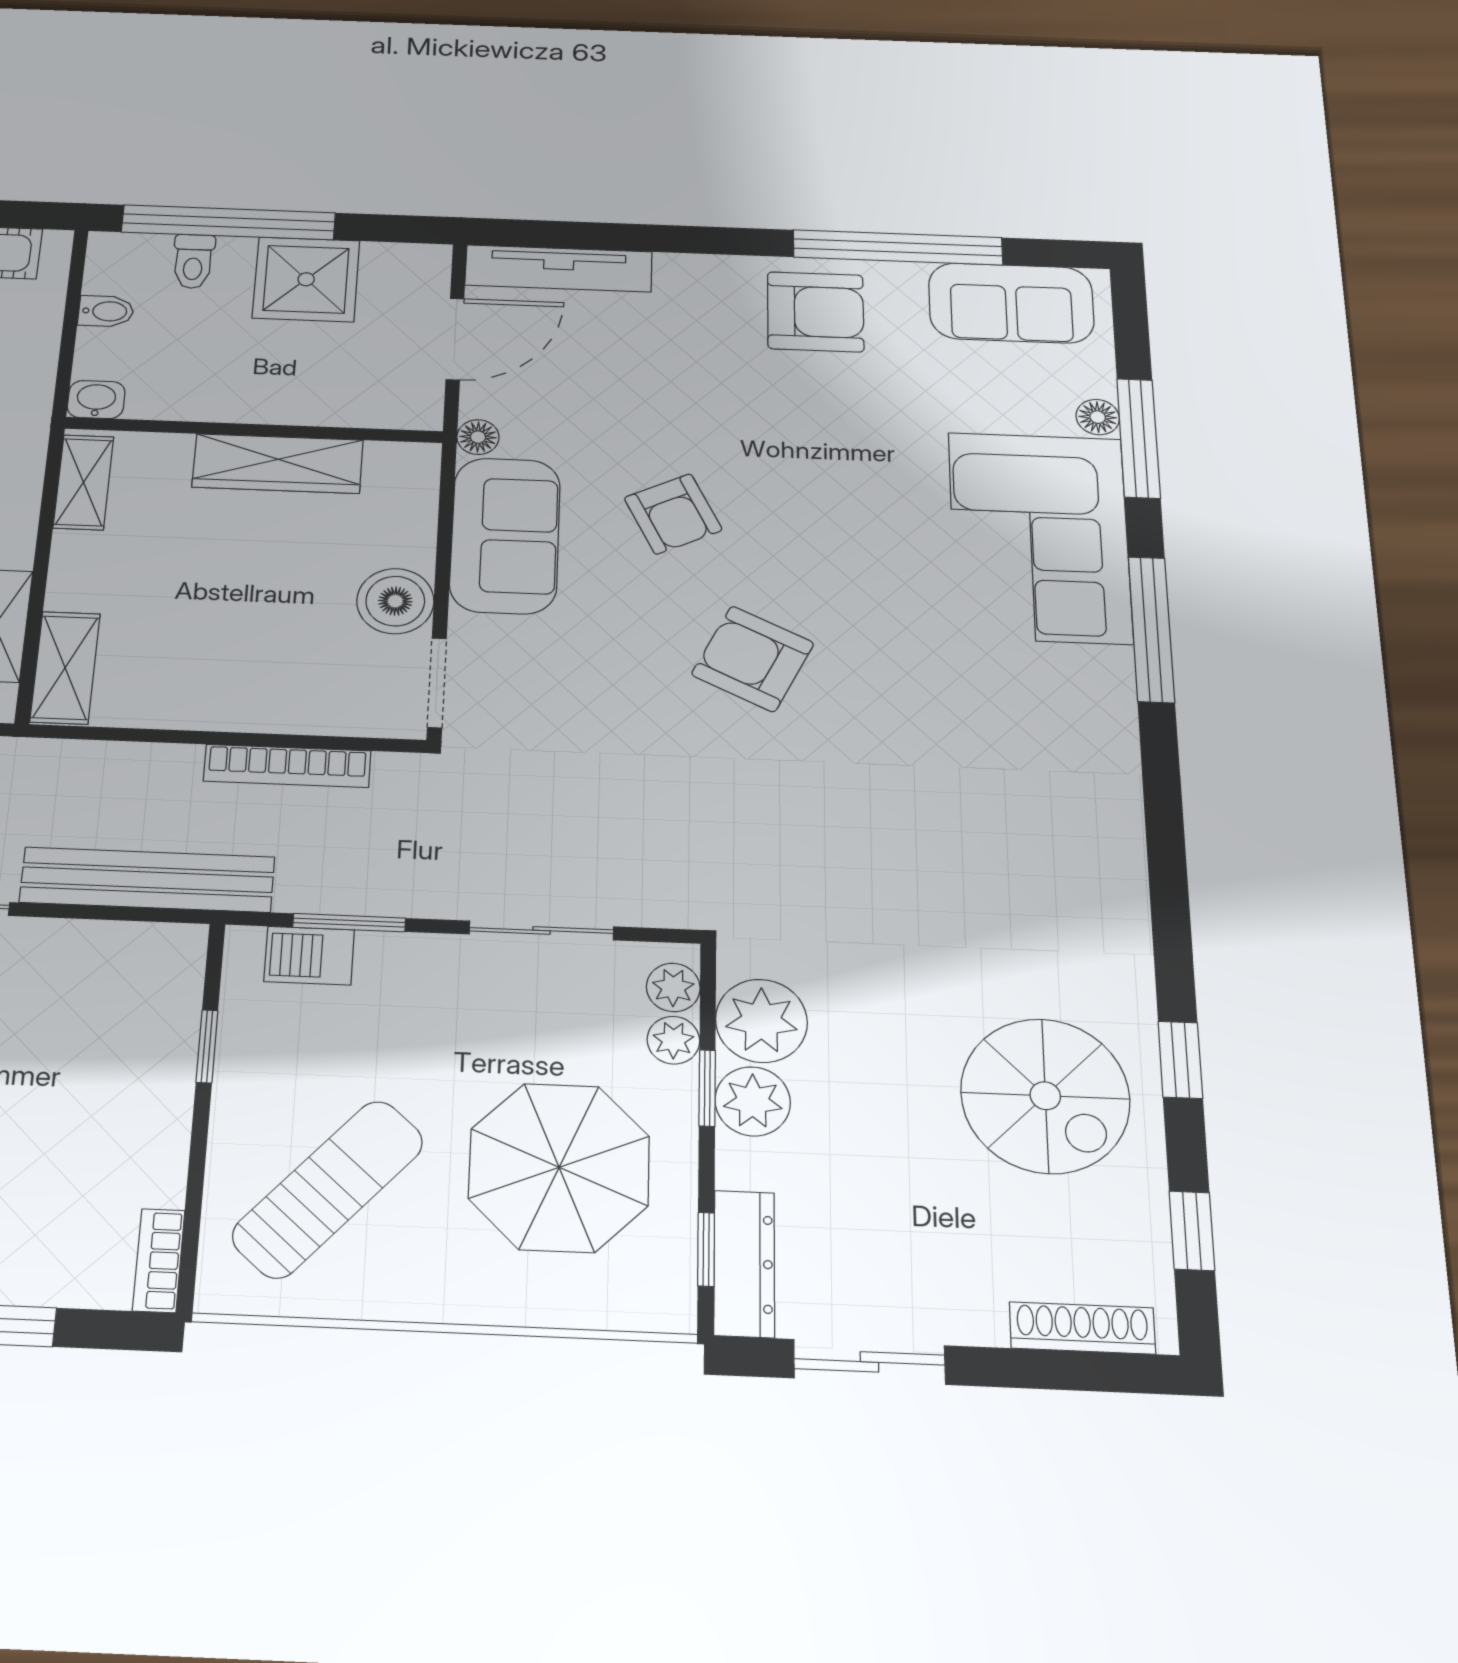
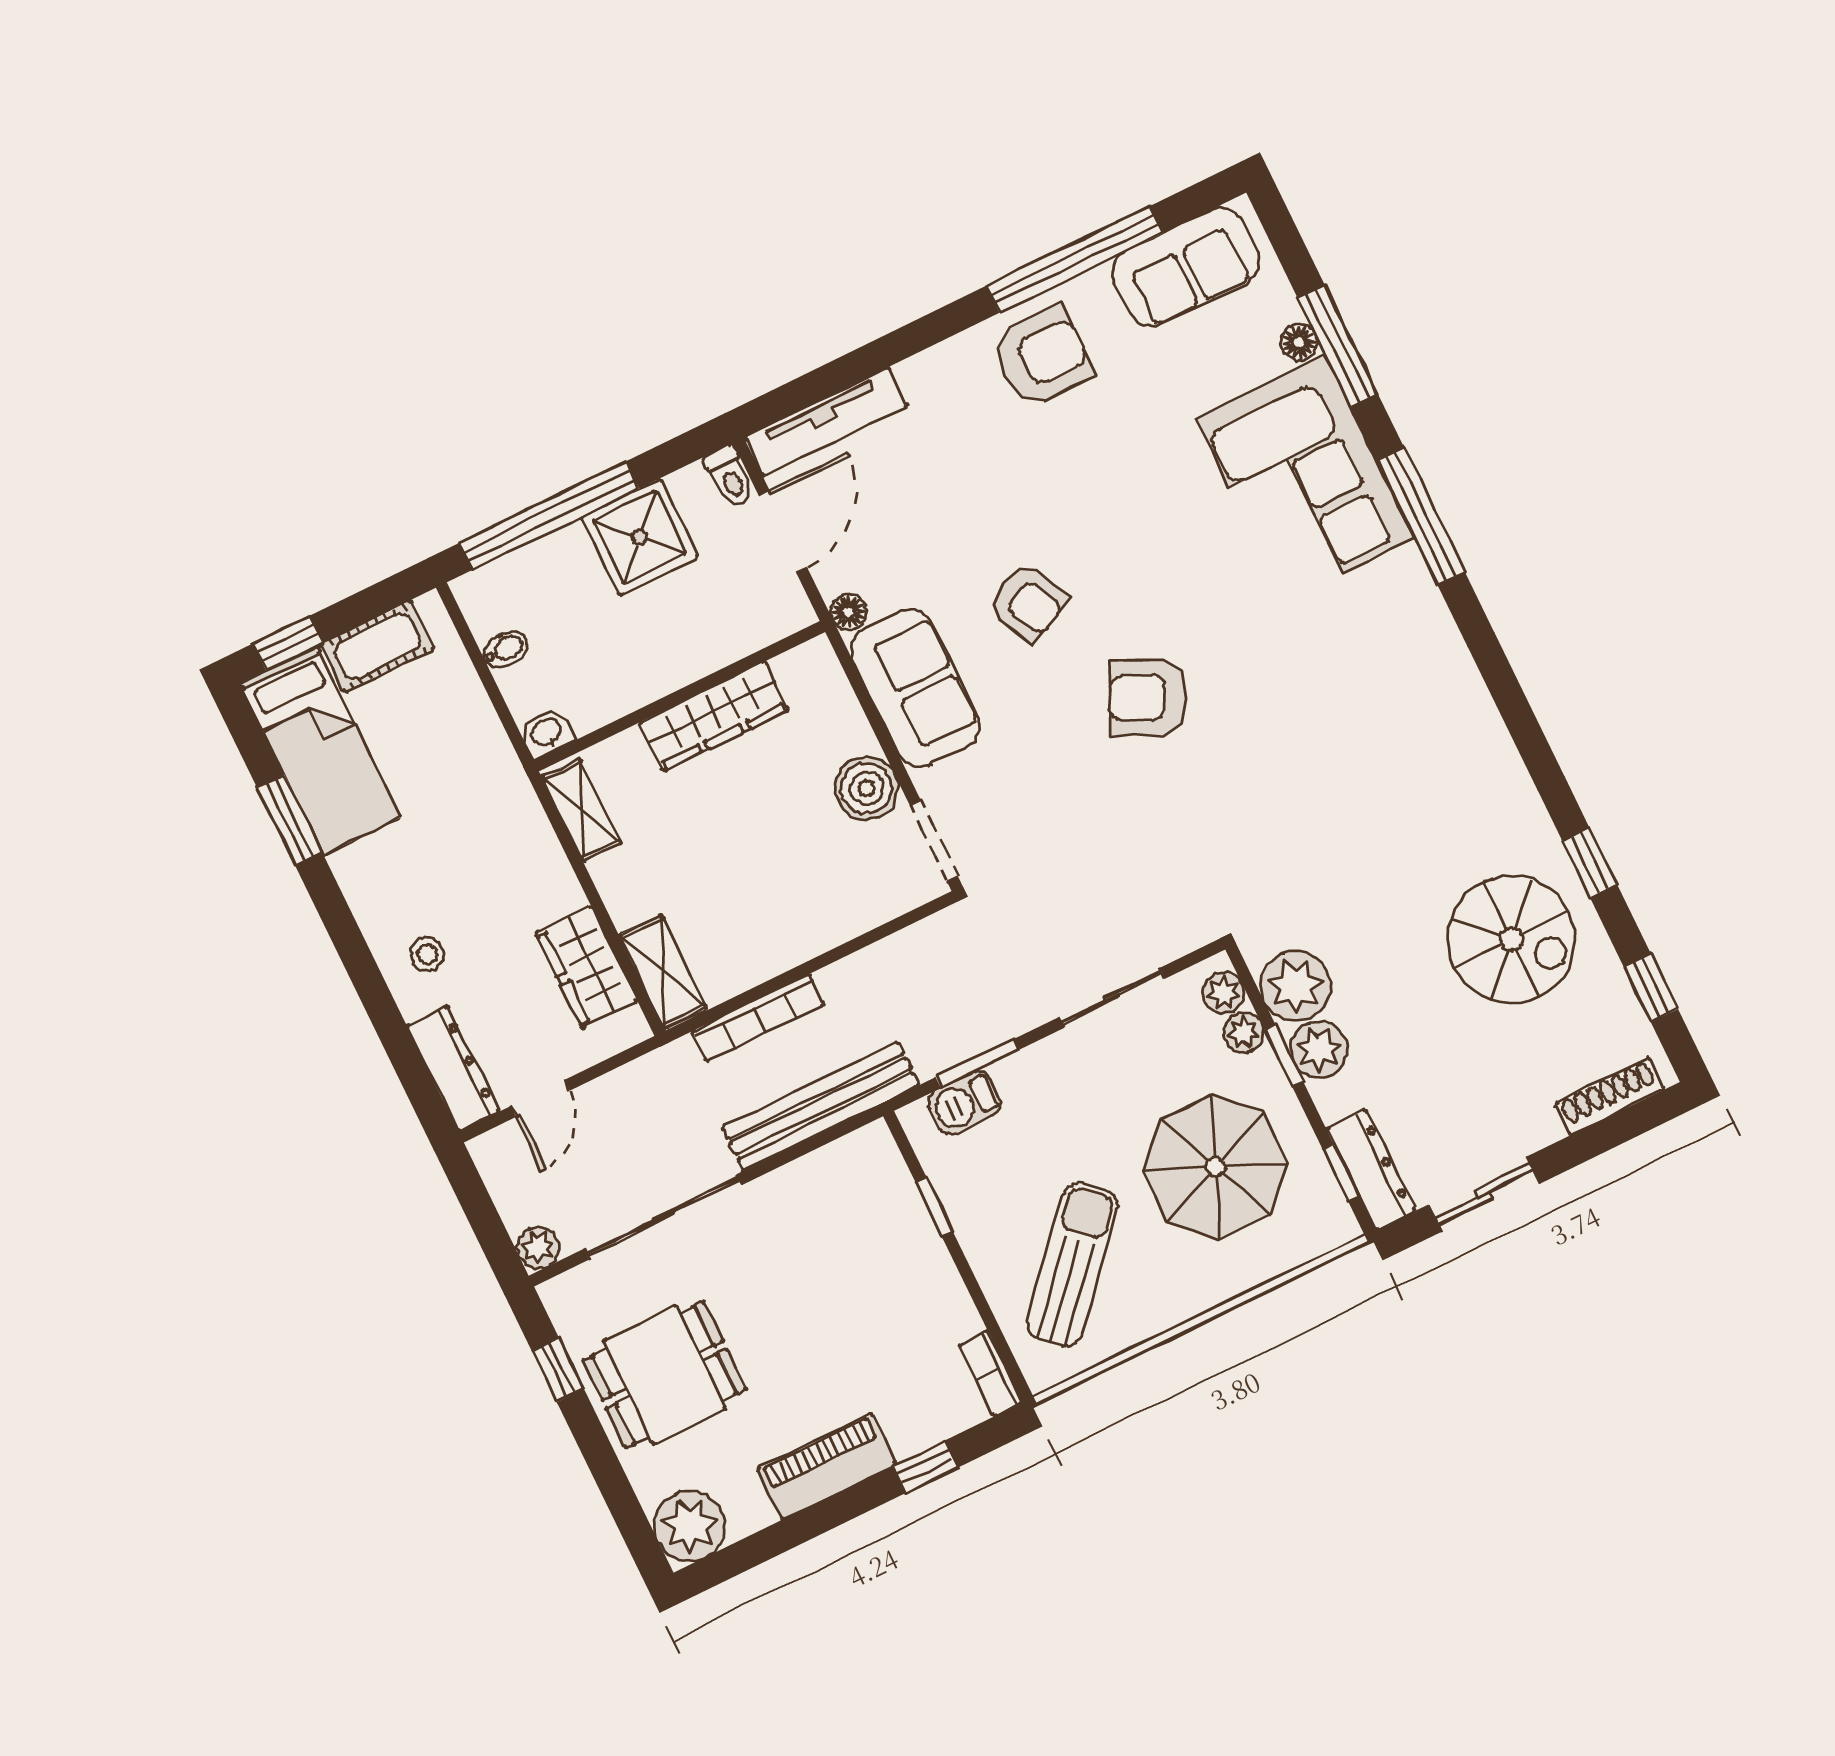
toilet: (193, 261) -> (730, 477), moved
bookcase: (287, 766) -> (758, 1017), moved

